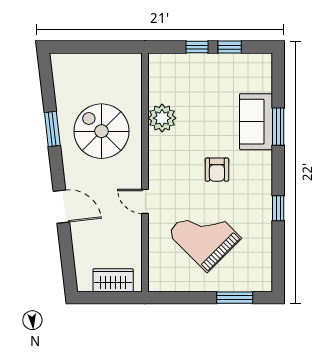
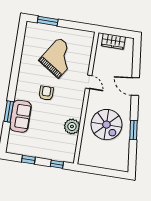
window: (197, 47) -> (57, 164), moved
window: (278, 208) -> (16, 66), removed
grand piano: (204, 236) -> (59, 58), turned -102

